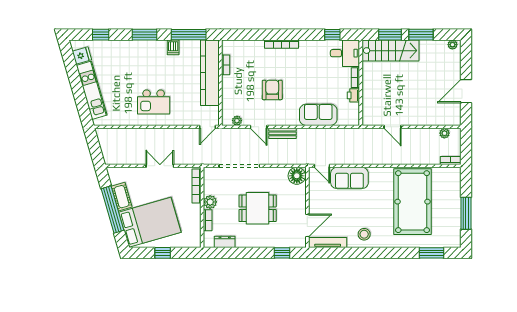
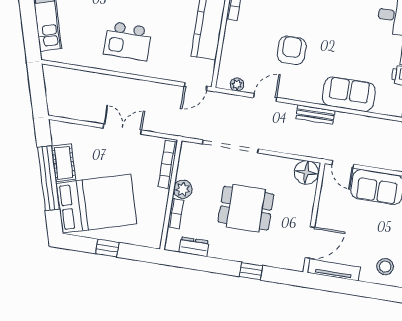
door: (259, 127) -> (265, 98), swing flipped
bench: (283, 133) -> (315, 115), moved
window: (282, 253) -> (251, 271), moved

